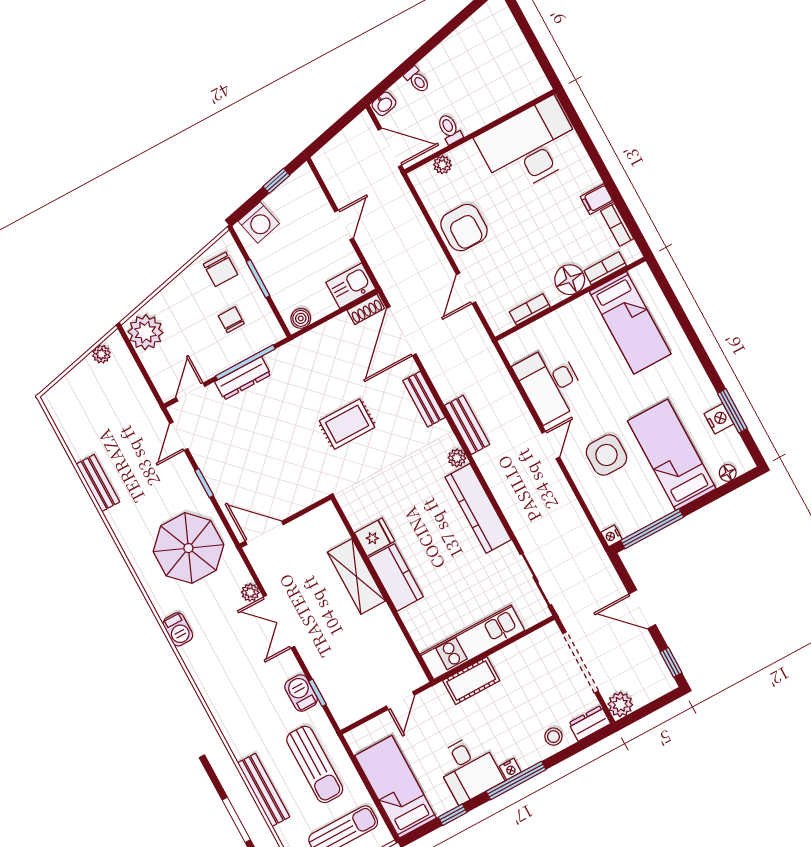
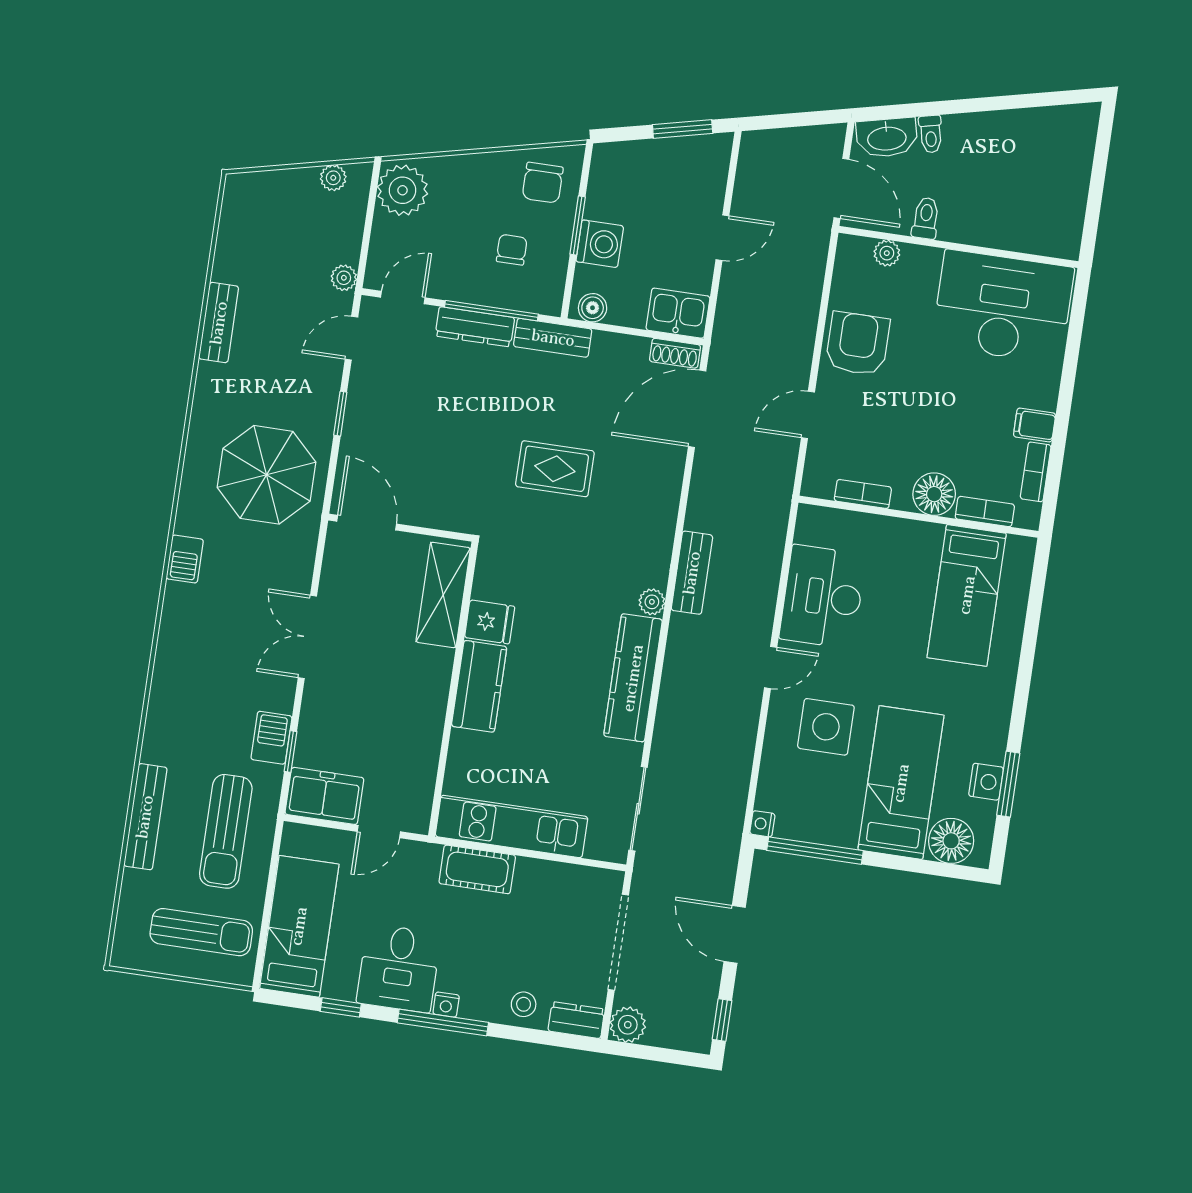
washbasin: (384, 104) -> (887, 138), width x1.91, depth x1.45
window: (276, 181) -> (683, 129), width x1.50
washing machine: (259, 222) -> (600, 244), moved, turned -77
armchair: (464, 228) -> (858, 344), turned 180
bench: (424, 399) -> (553, 338), moved, turned 90
floor lamp: (728, 473) -> (951, 841), width x1.89, depth x1.89
shelving: (356, 577) -> (443, 595), moved
plant: (250, 592) -> (344, 278), moved
freezer: (355, 703) -> (324, 796), added

